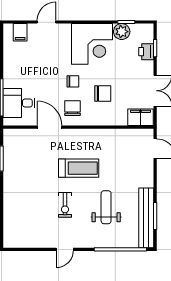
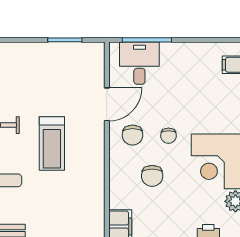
chair: (72, 108) -> (133, 135), turned 90

